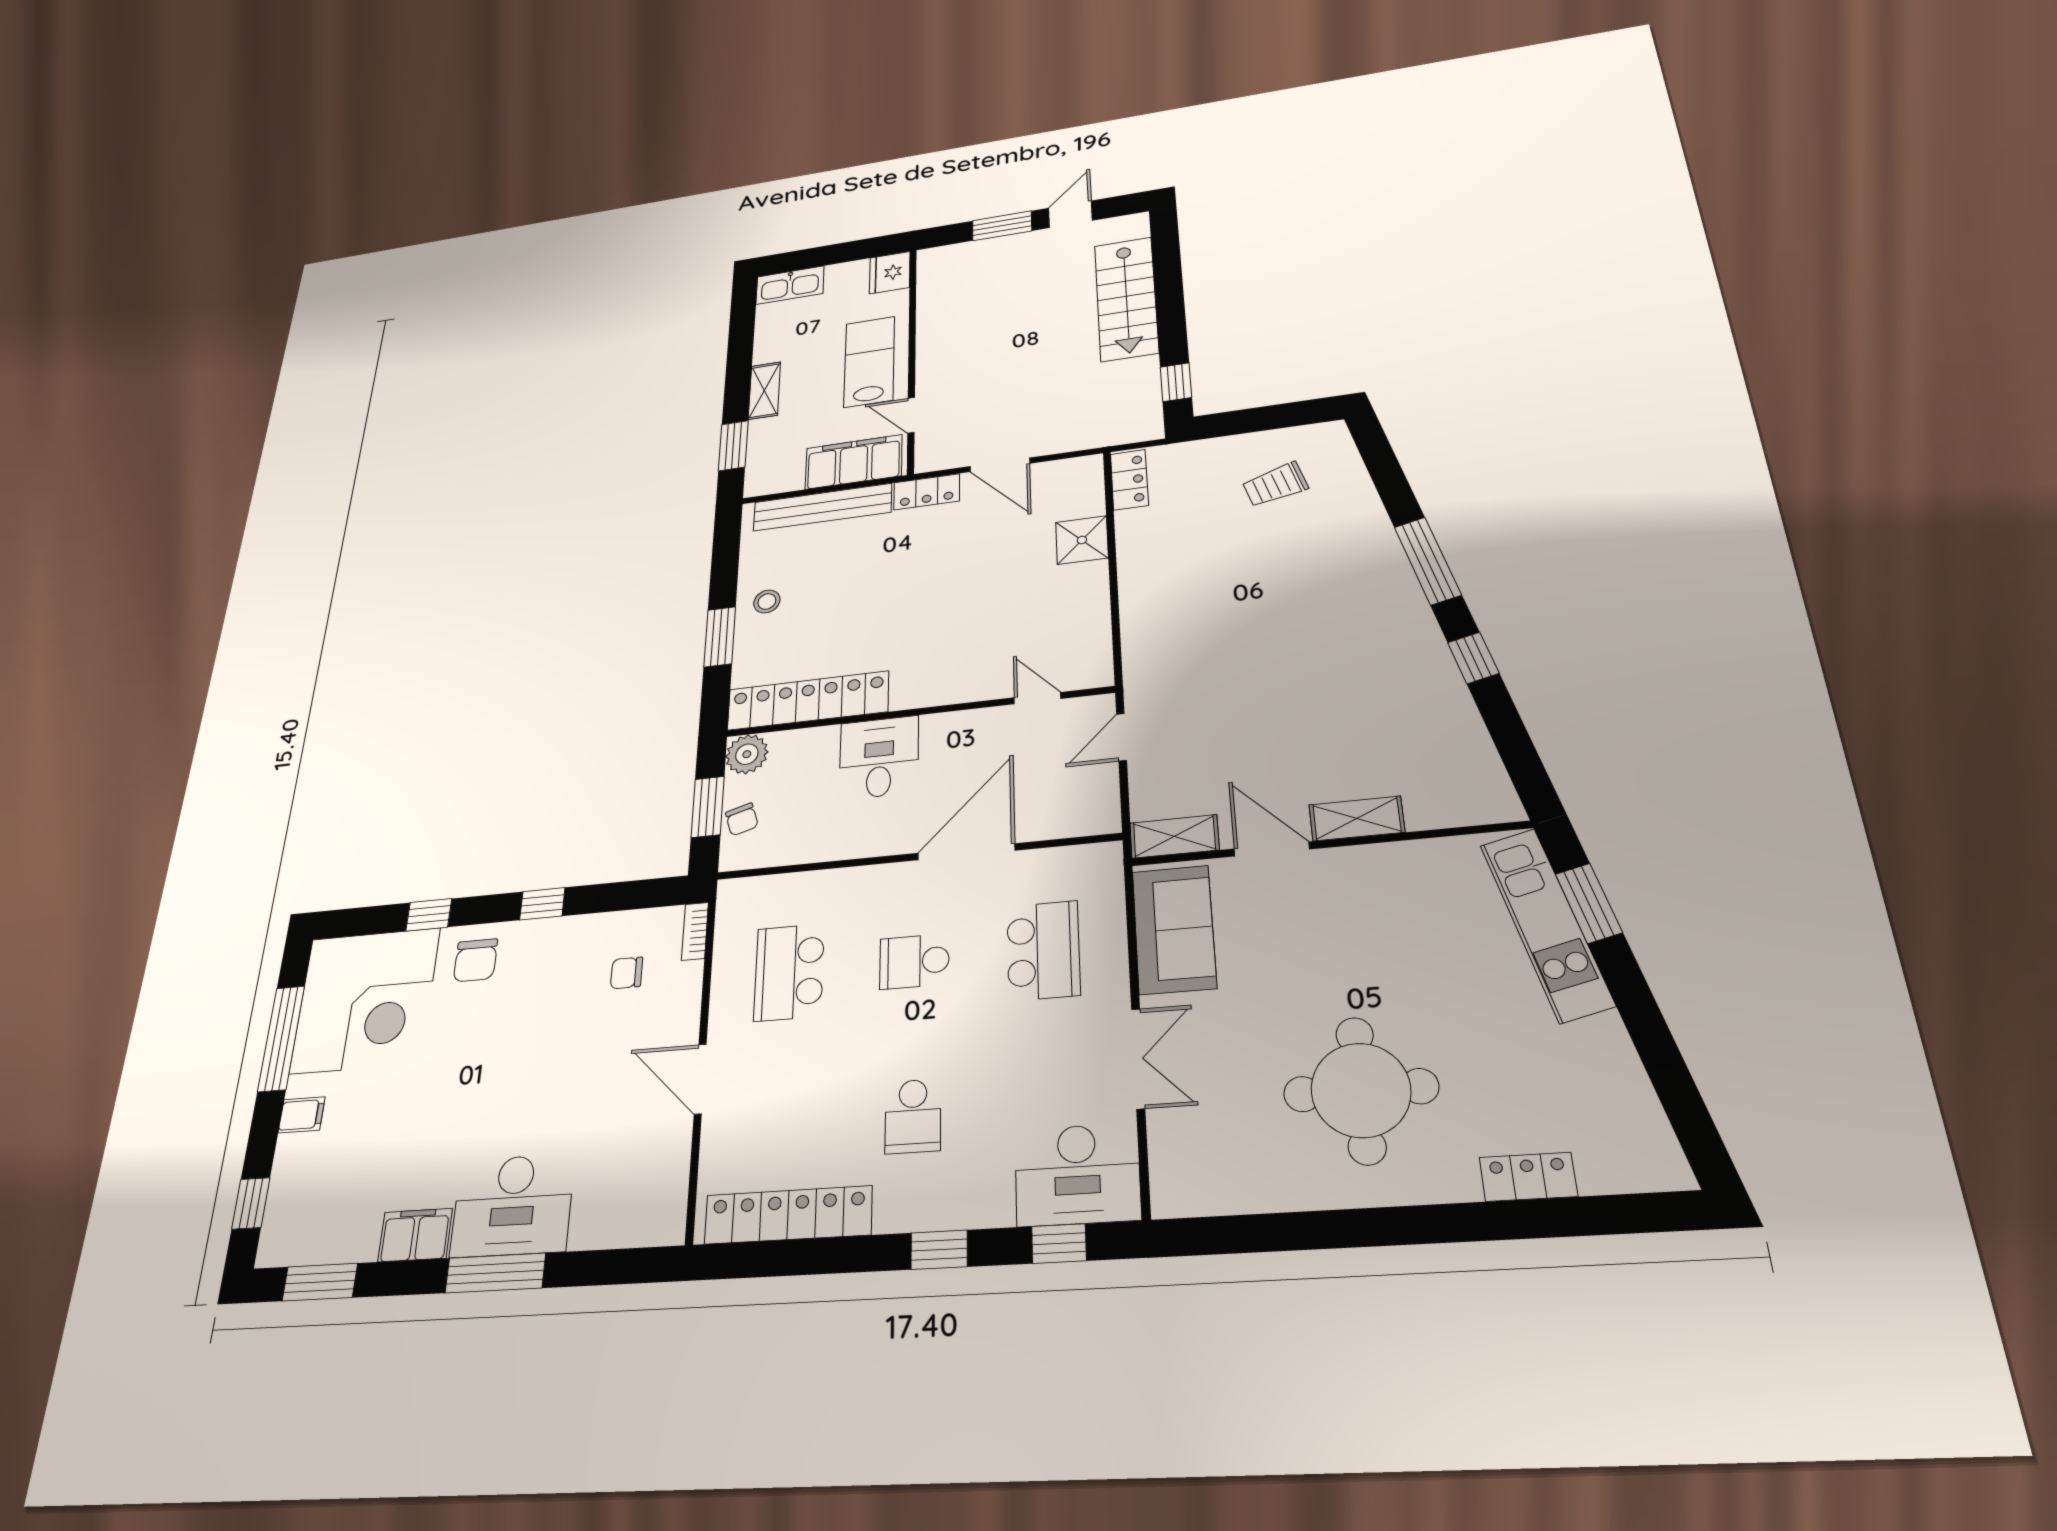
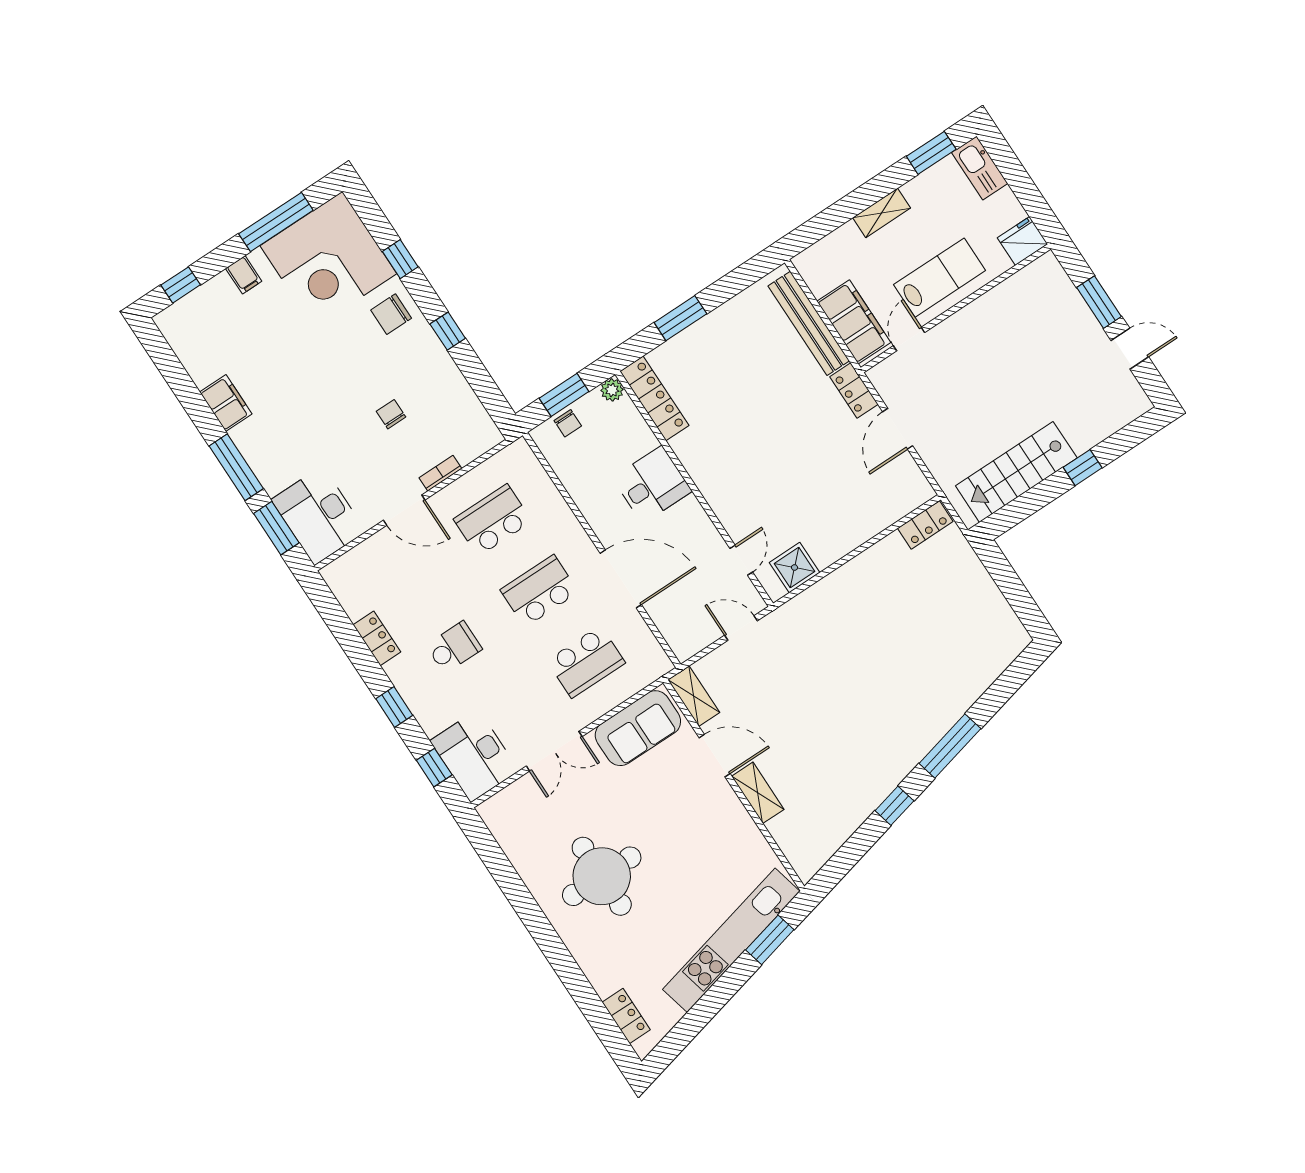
stairs: (1126, 299) -> (1016, 472), moved
window: (1176, 382) -> (1083, 468), moved
window: (733, 446) -> (931, 153), moved
trolley: (1275, 485) -> (964, 623), removed
shower: (1082, 540) -> (794, 567), moved
stool: (767, 601) -> (721, 333), removed
locker: (808, 701) -> (654, 398), width x0.71, depth x0.83
plant: (747, 754) -> (612, 390), width x0.73, depth x0.73
chair: (742, 819) -> (568, 423), turned -73
door: (1272, 849) -> (715, 756), hinge flipped
kitchen unit: (1546, 924) -> (731, 940), width x1.36
bookcase: (695, 931) -> (440, 473), moved
school desk: (914, 961) -> (539, 591), width x1.85
chair: (627, 973) -> (391, 414), moved
door: (700, 1079) -> (404, 510), swing flipped
school desk: (913, 1116) -> (454, 647), turned 180
locker: (1528, 1177) -> (626, 1016), moved
desk: (513, 1205) -> (318, 516), moved
locker: (788, 1215) -> (377, 638), width x0.46, depth x0.83
window: (320, 1282) -> (276, 528), moved

